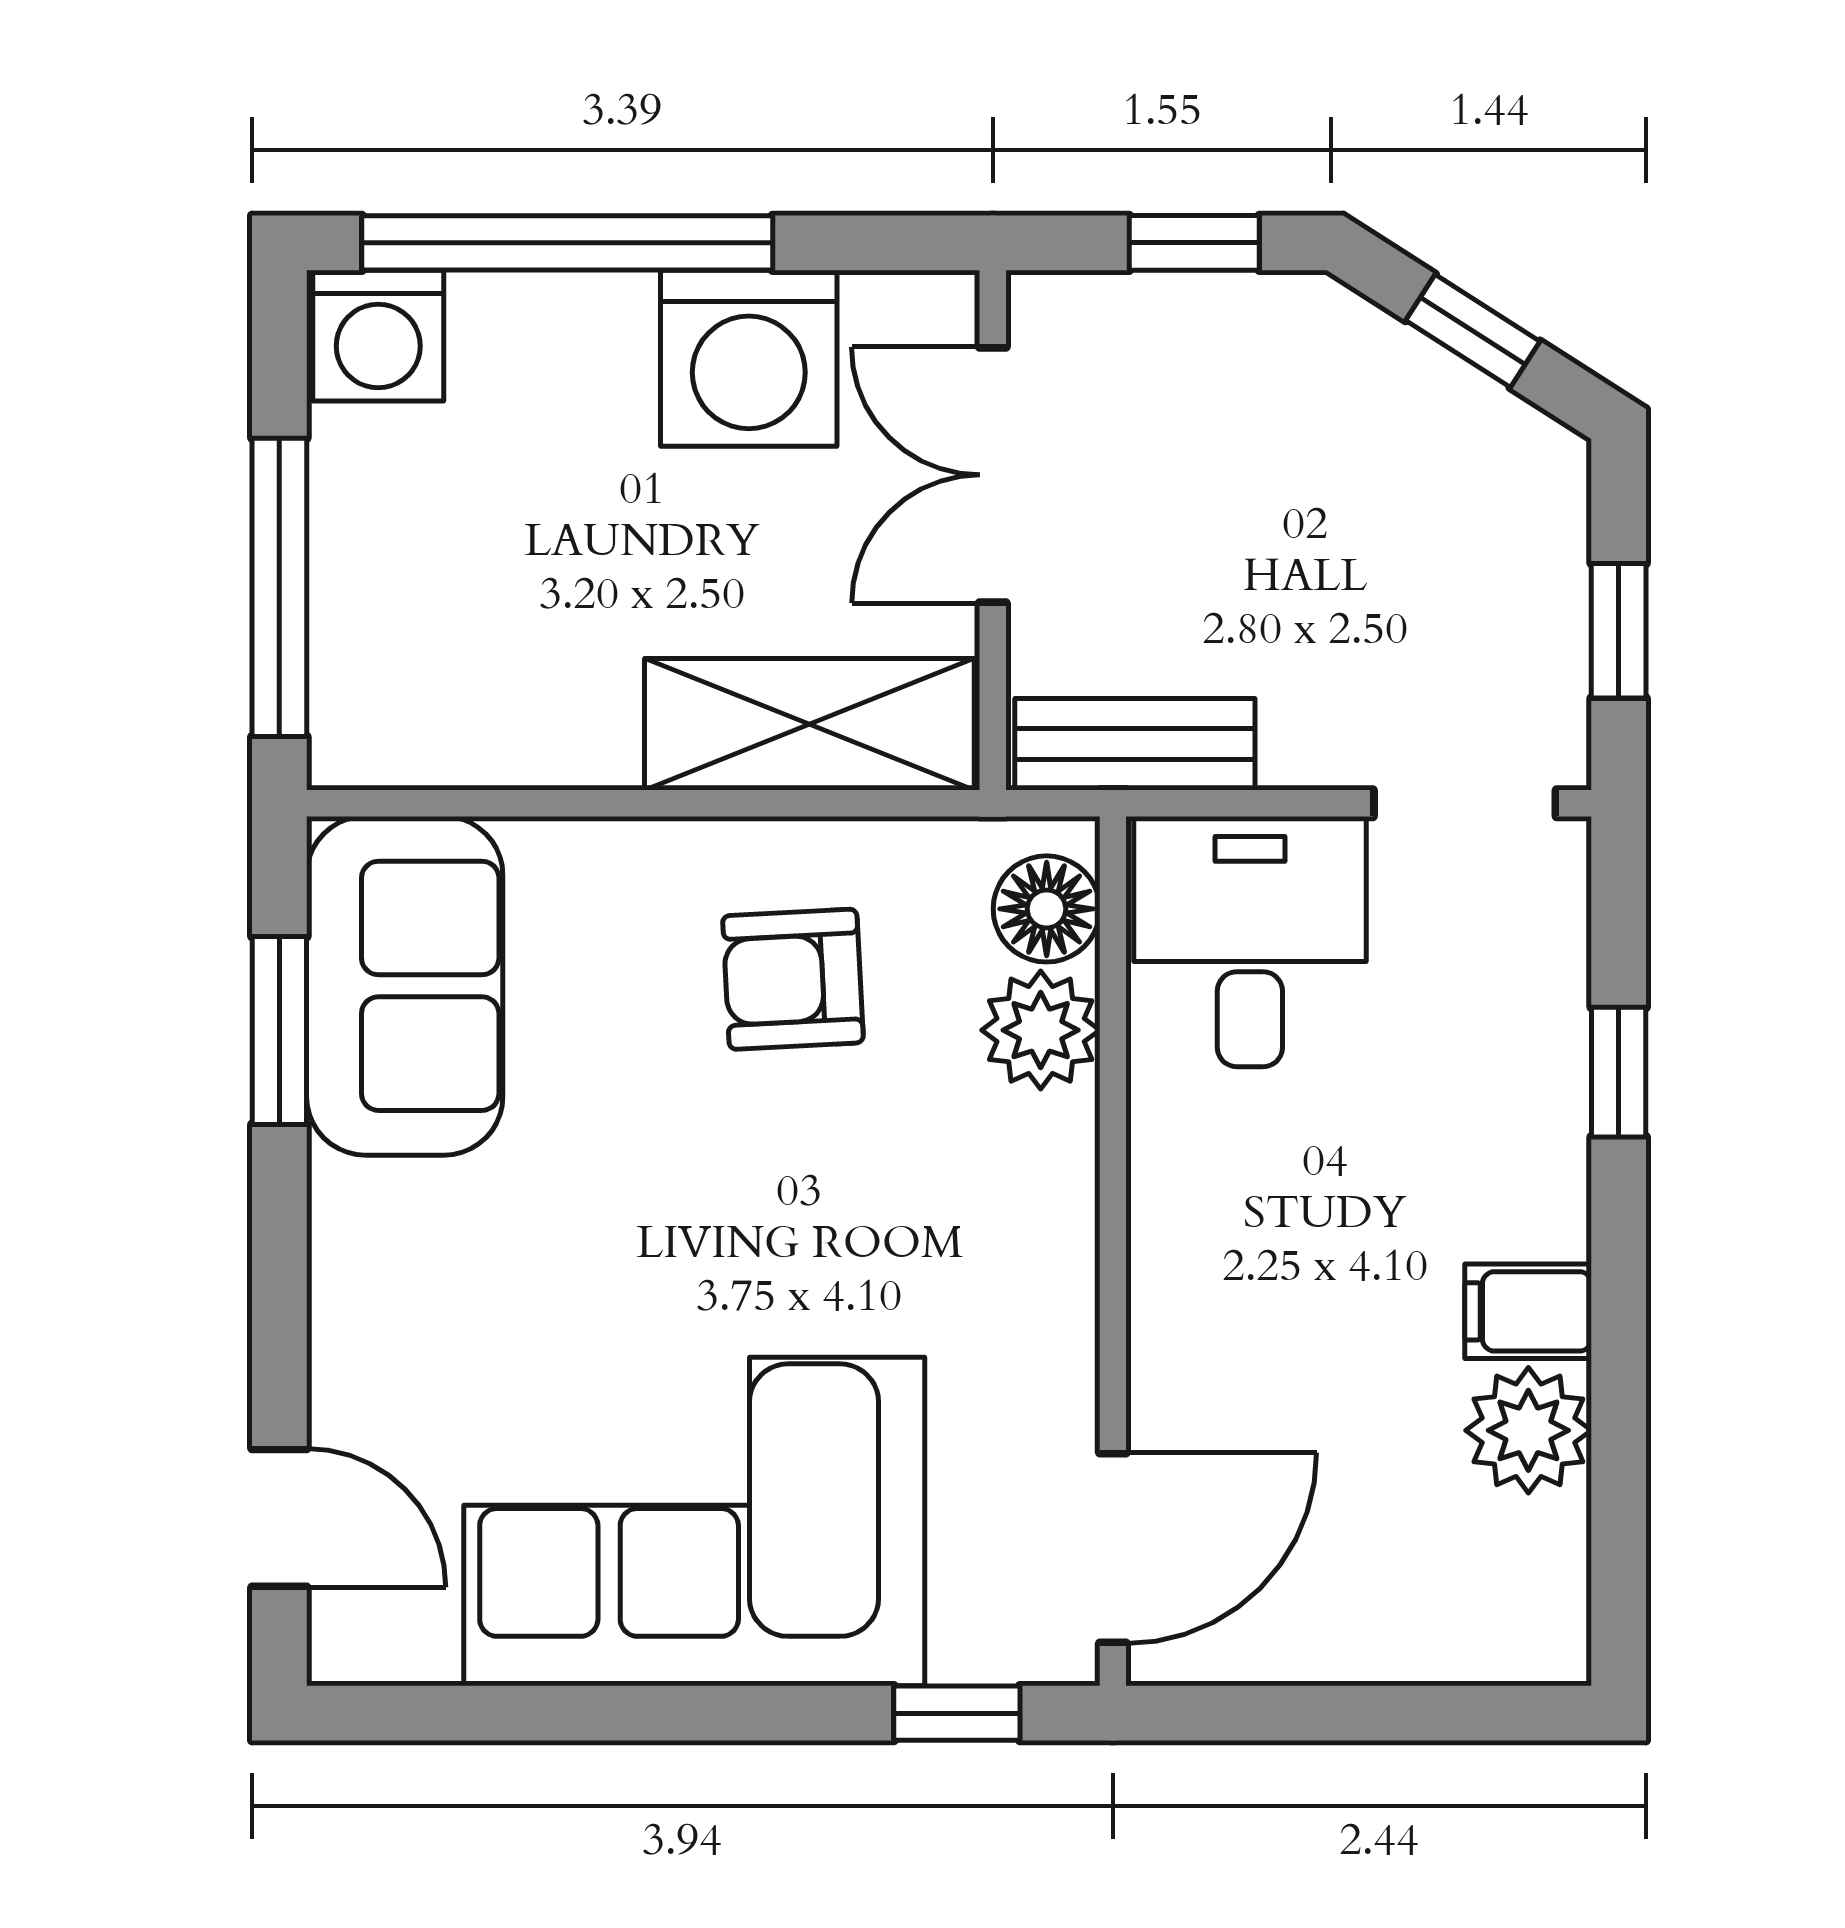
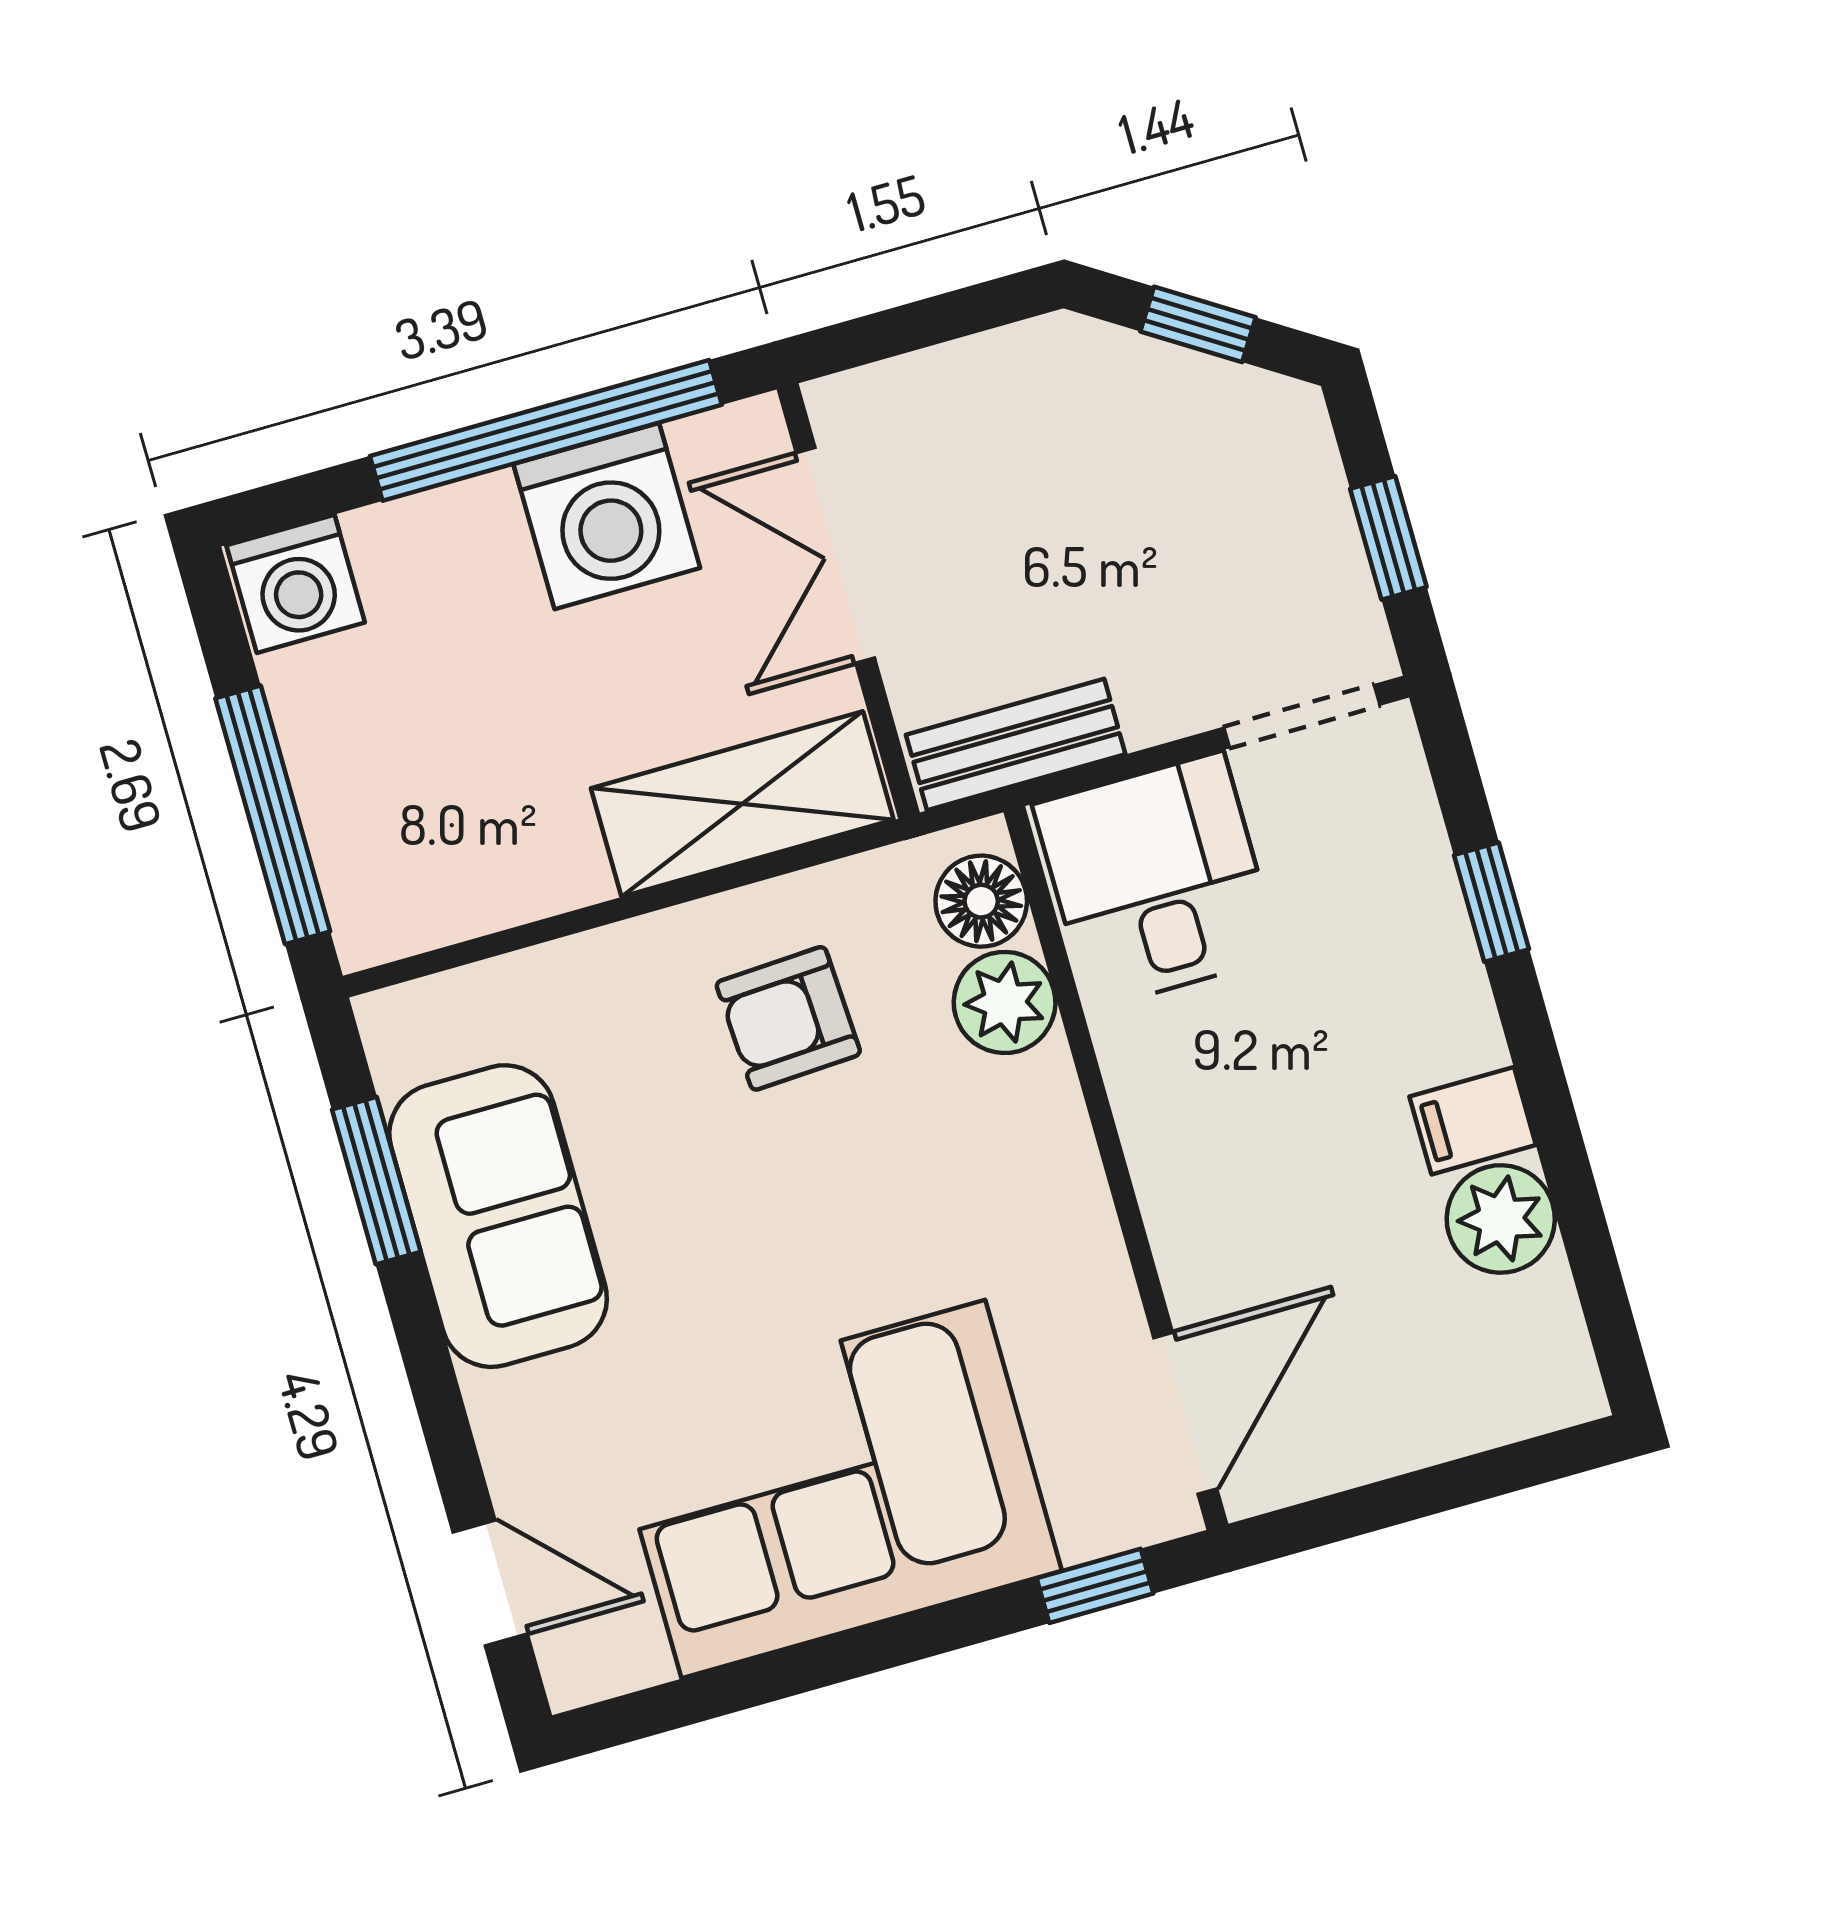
window: (567, 243) -> (546, 430), moved
window: (1194, 243) -> (948, 317), removed
sofa: (405, 986) -> (498, 1216), moved

